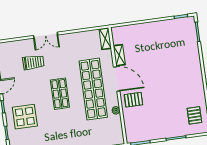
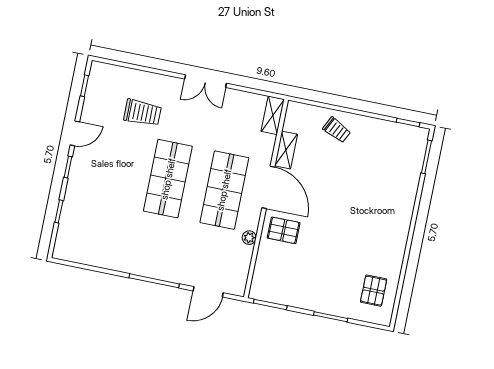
trolley: (143, 34) -> (337, 130), added
double door: (46, 35) -> (205, 81), moved
shop shelf: (93, 89) -> (224, 190), width x0.71
shop shelf: (60, 94) -> (168, 179), width x1.43, depth x1.36
display table: (25, 117) -> (98, 196), removed

